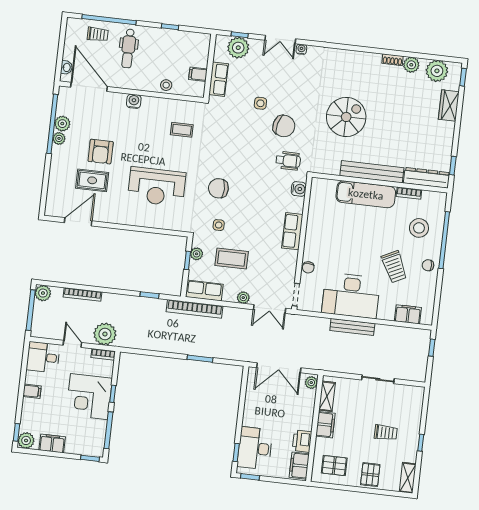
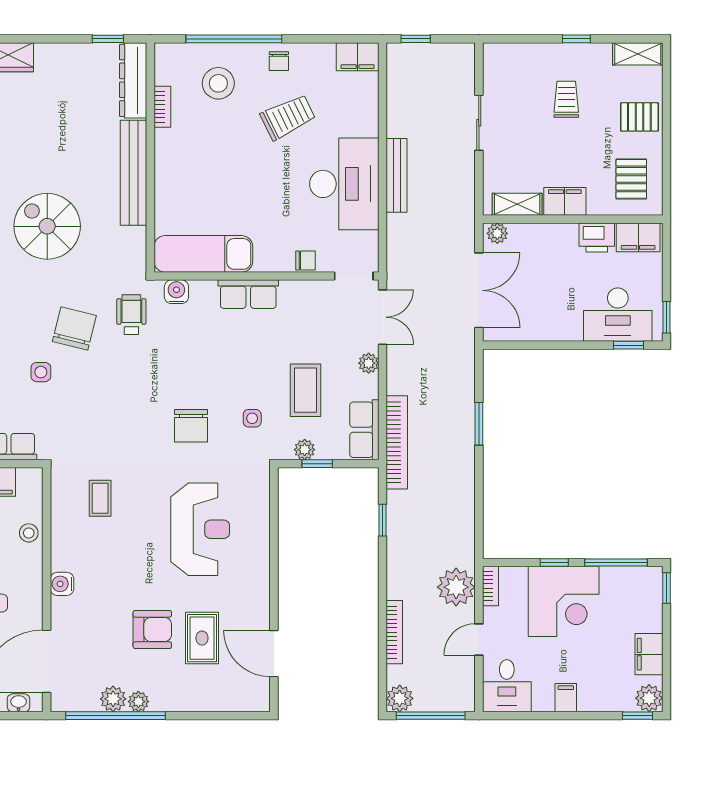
exam couch: (366, 194) -> (203, 254), moved, turned -90
filing cabinet: (408, 314) -> (358, 57), moved, turned -90

